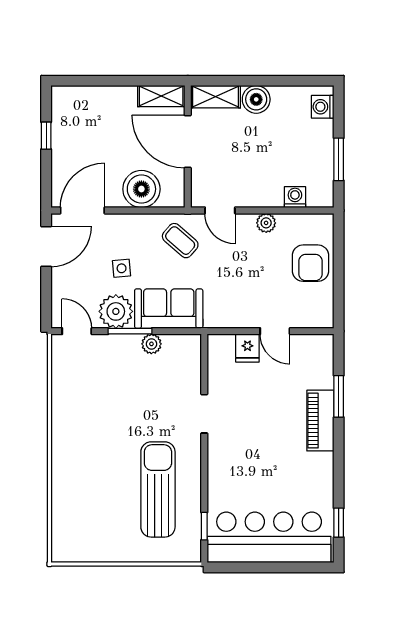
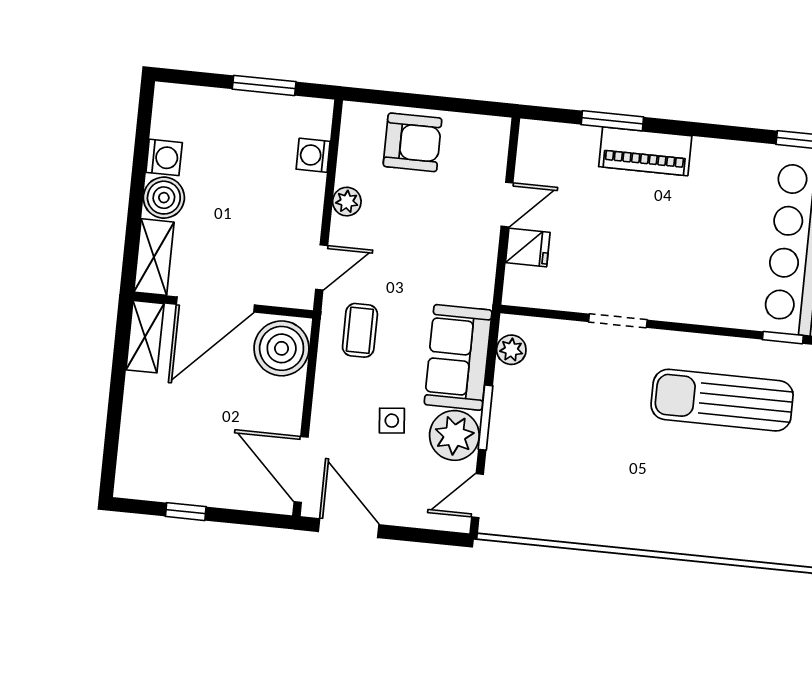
washing machine: (323, 107) -> (164, 157), moved, turned -90
boiler: (141, 189) -> (282, 348), moved
coffee table: (180, 241) -> (360, 330), turned -41
plant: (151, 344) -> (511, 350), moved

